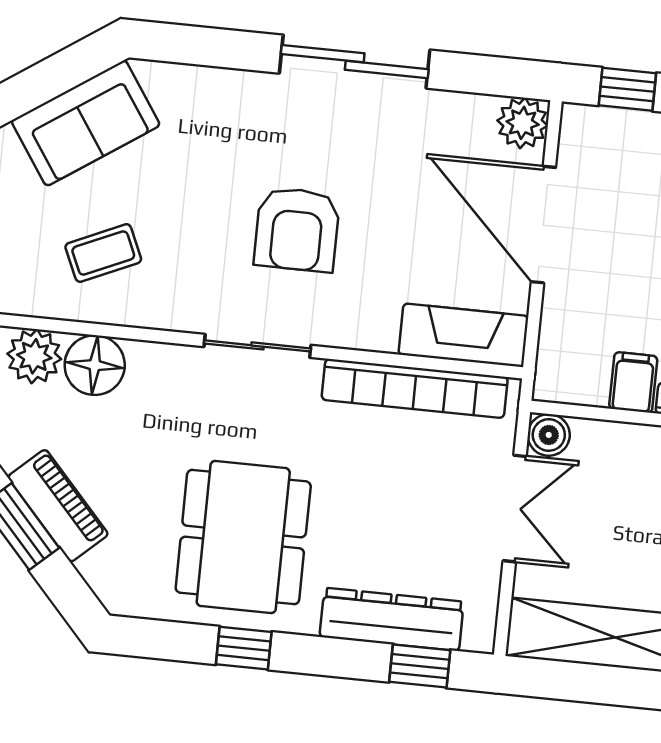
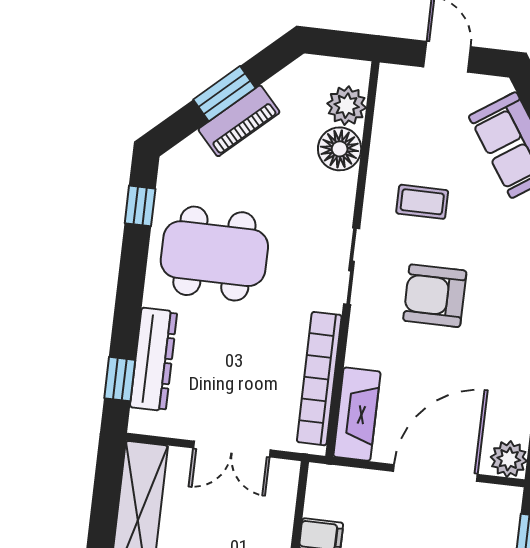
coffee table: (103, 253) -> (422, 202), moved, turned -66
boiler: (549, 435) -> (284, 474), removed
window: (244, 648) -> (140, 206), moved

